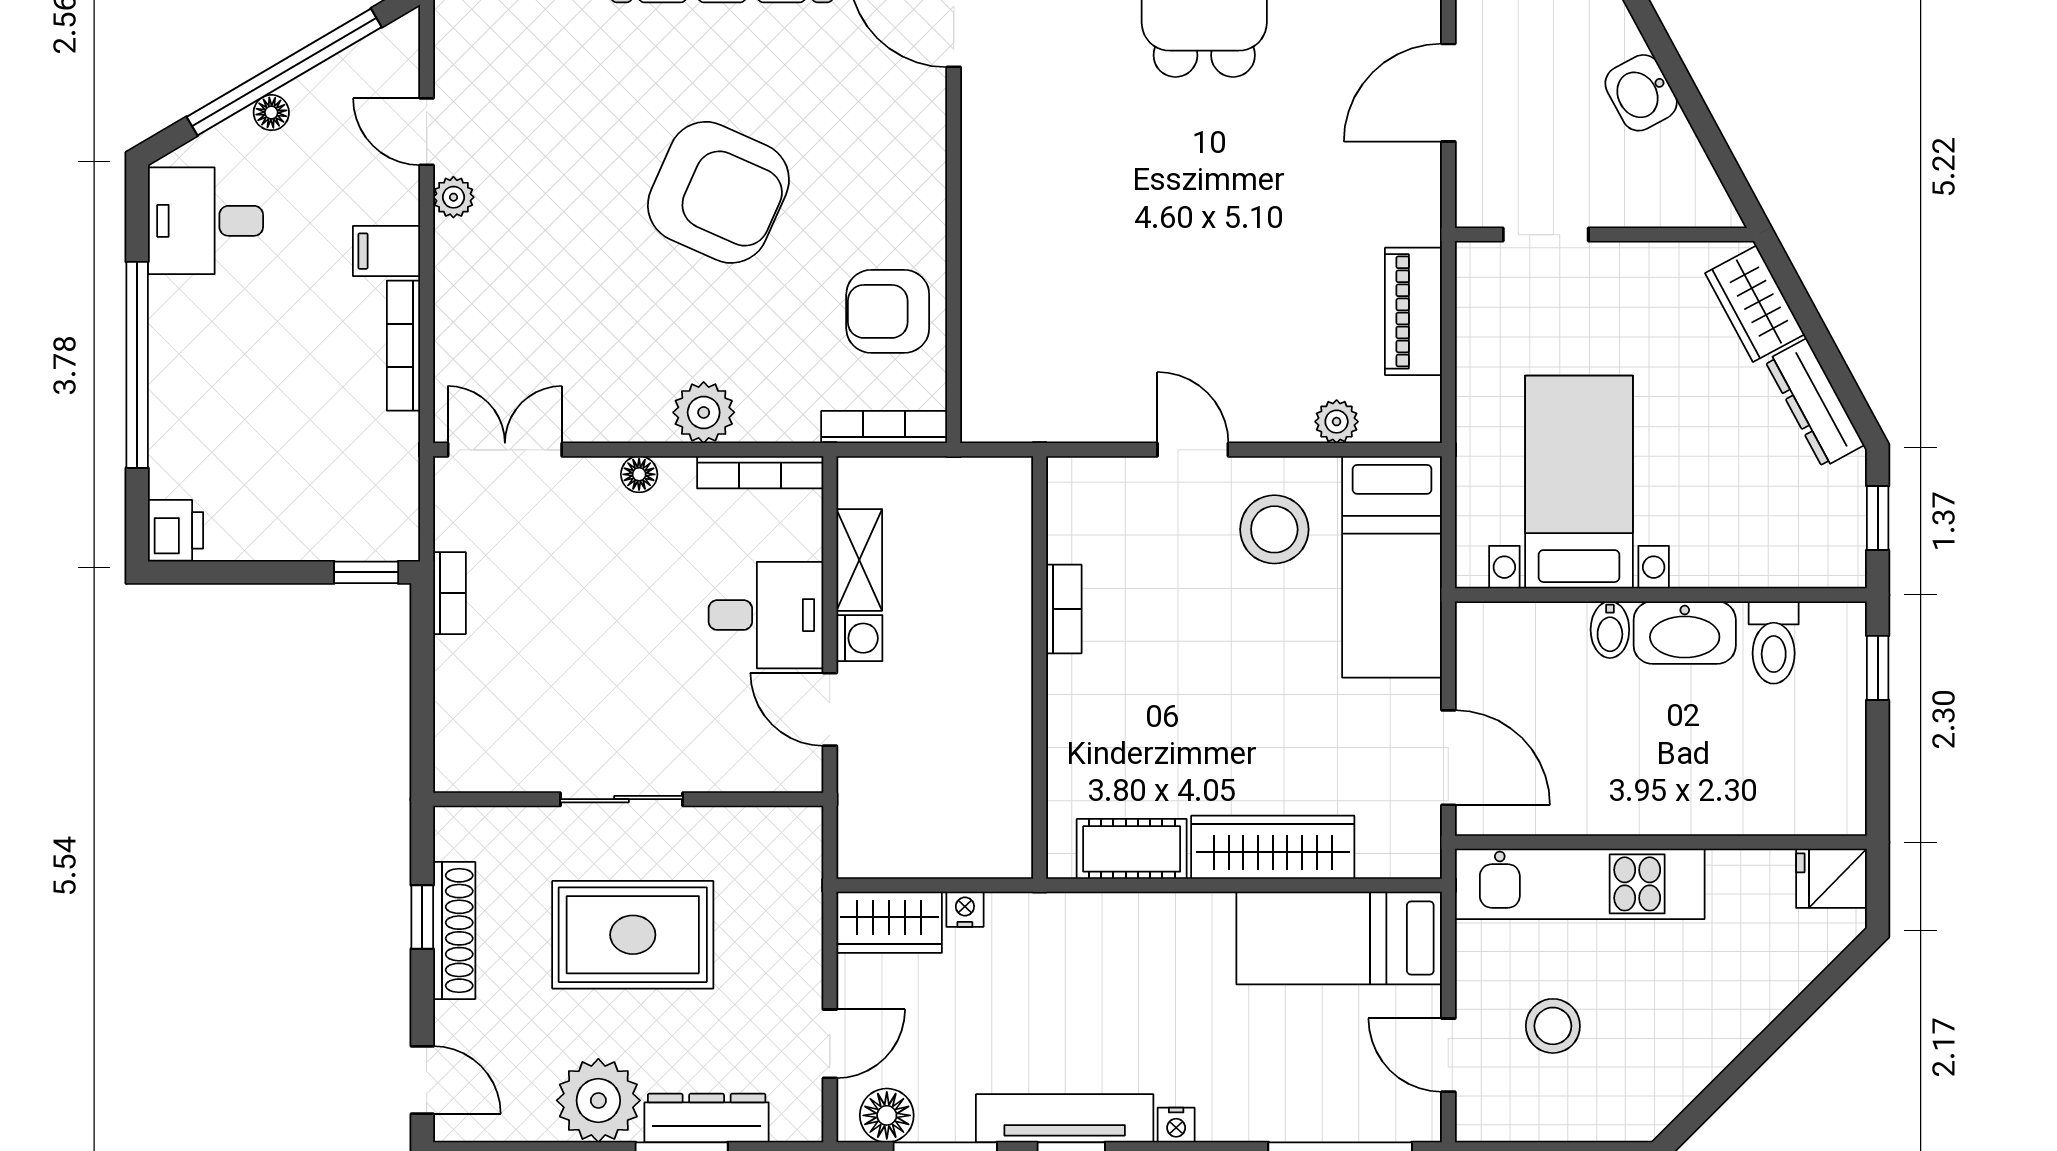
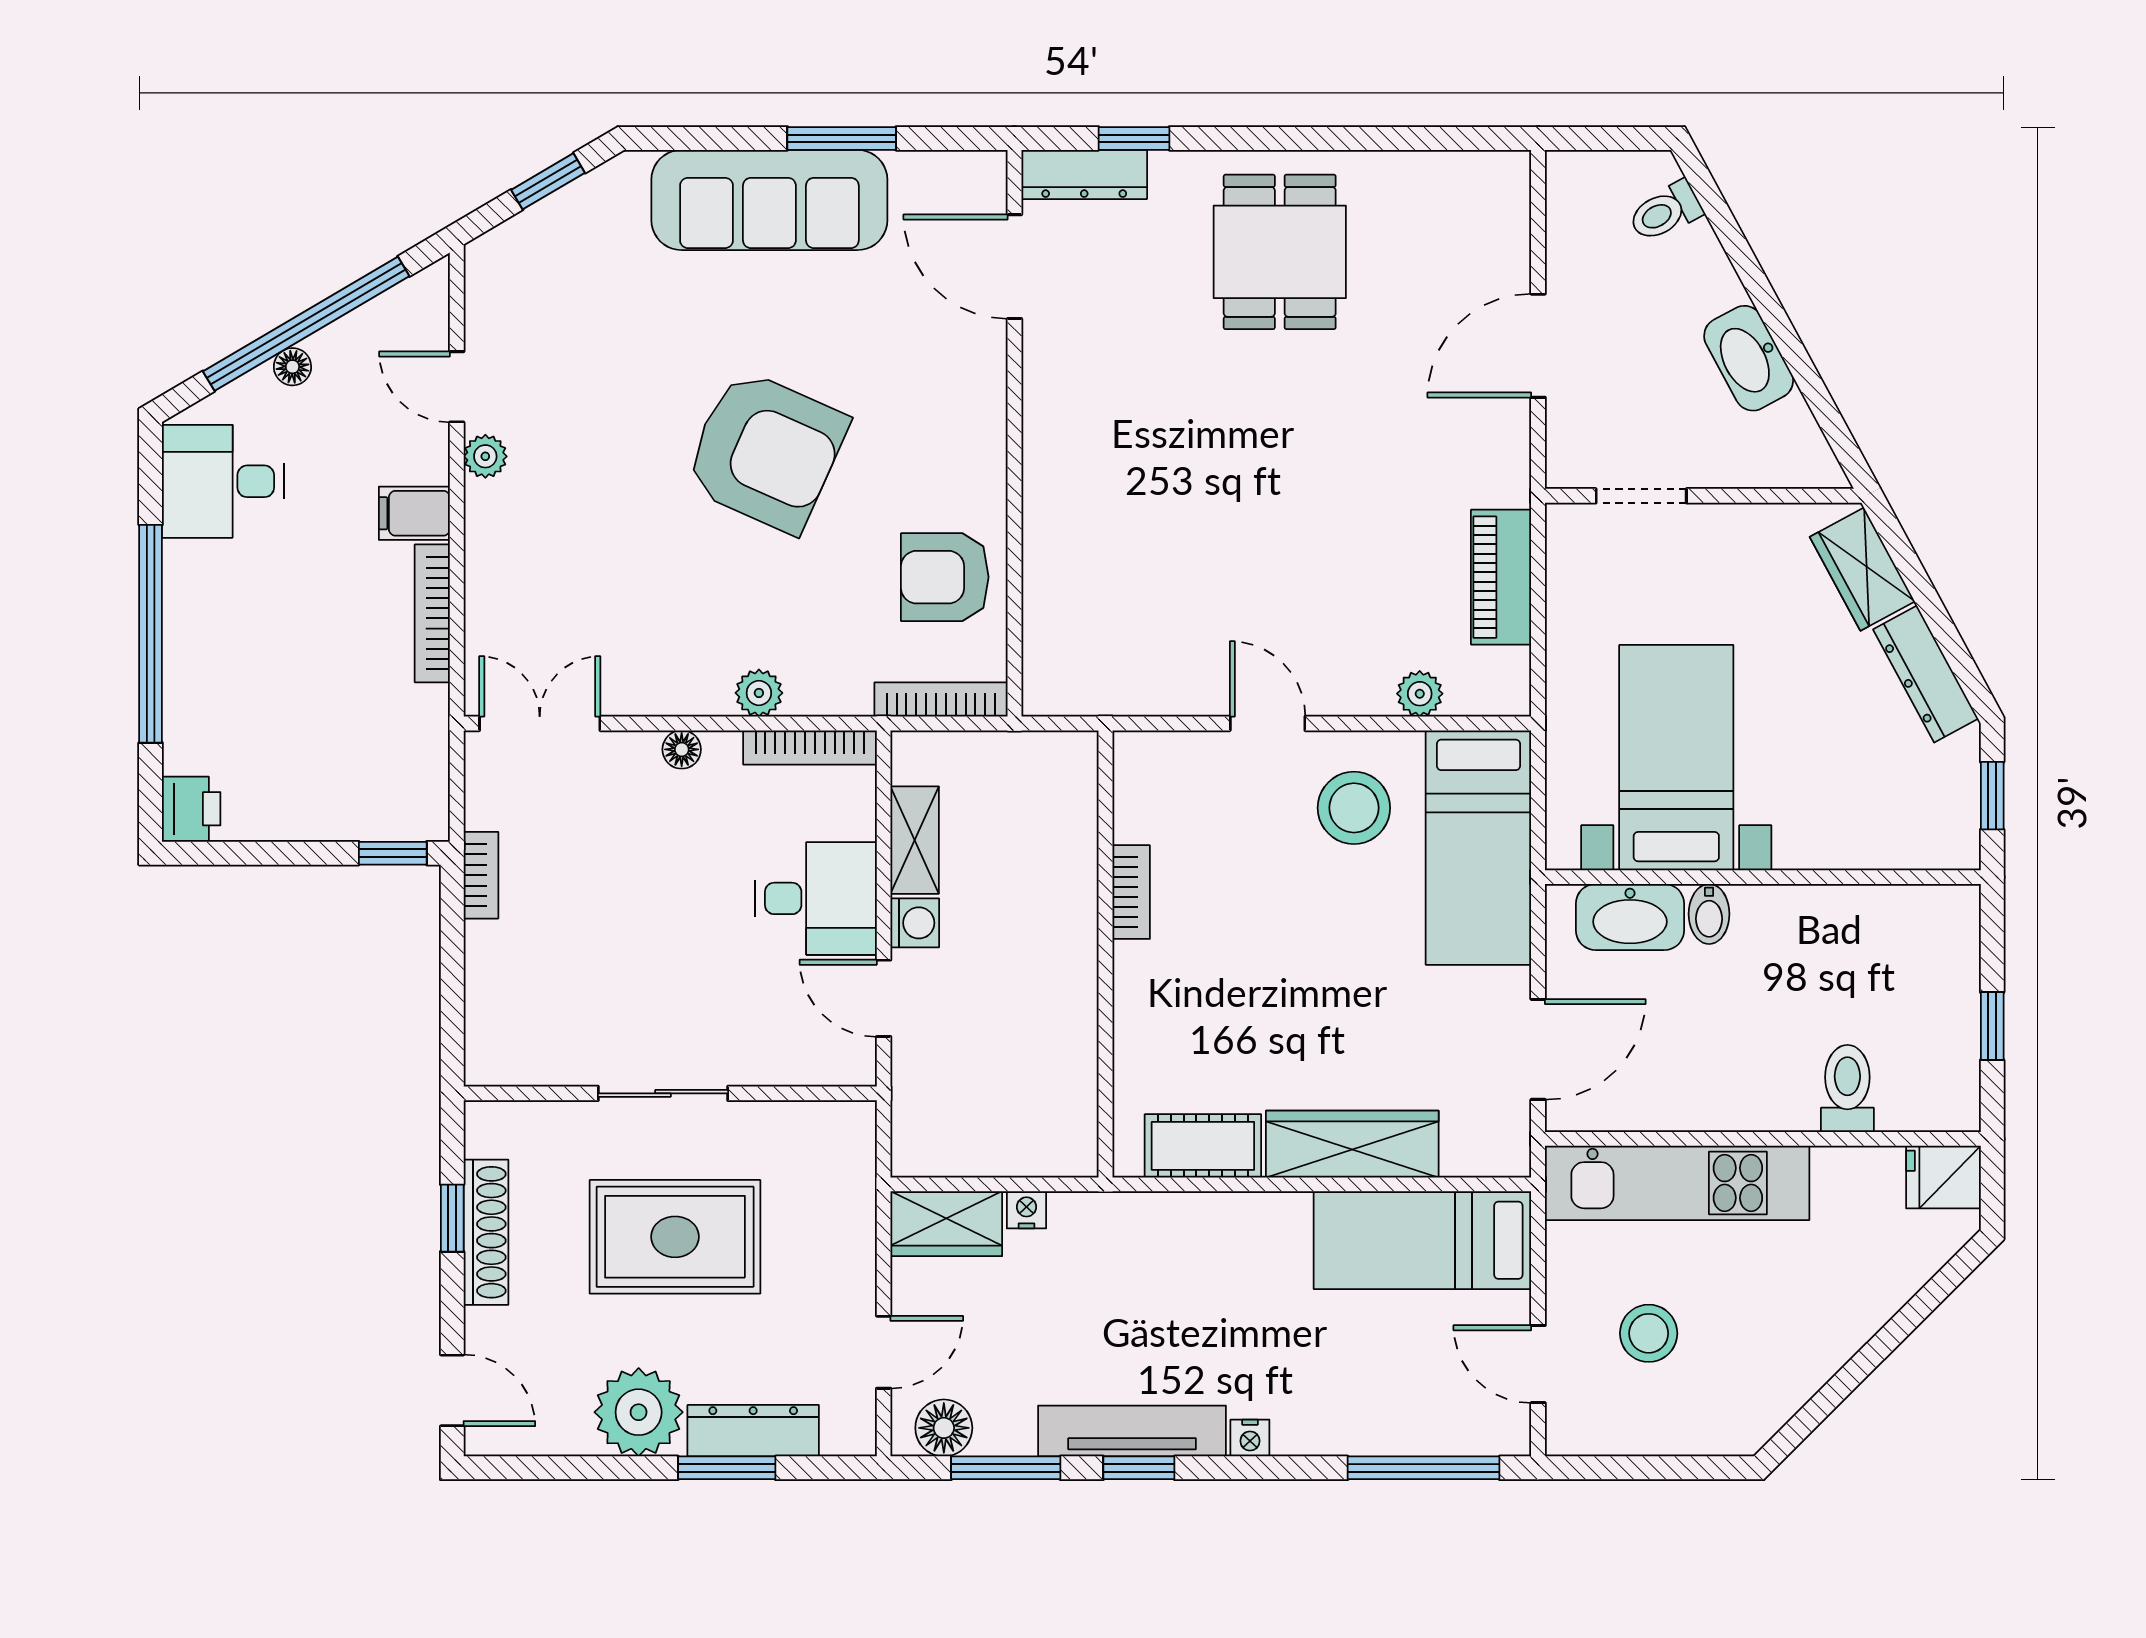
washbasin: (1641, 93) -> (1749, 358), width x1.38
plant: (704, 412) -> (759, 693), width x0.73, depth x0.73
washbasin: (1685, 633) -> (1630, 917), moved
toilet: (1774, 643) -> (1847, 1088), moved, turned 180
window: (1878, 668) -> (1992, 1026), moved
door: (1448, 758) -> (1538, 1049), hinge flipped

